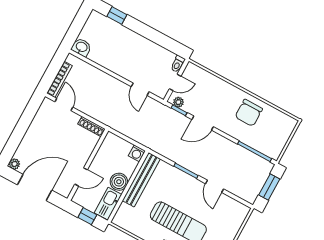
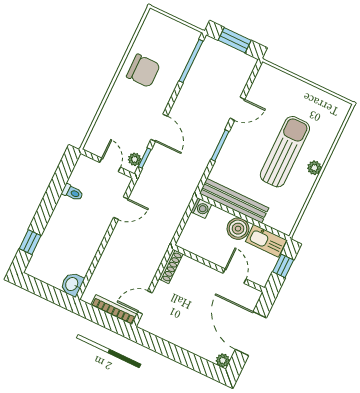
toilet: (178, 64) -> (72, 192), moved

